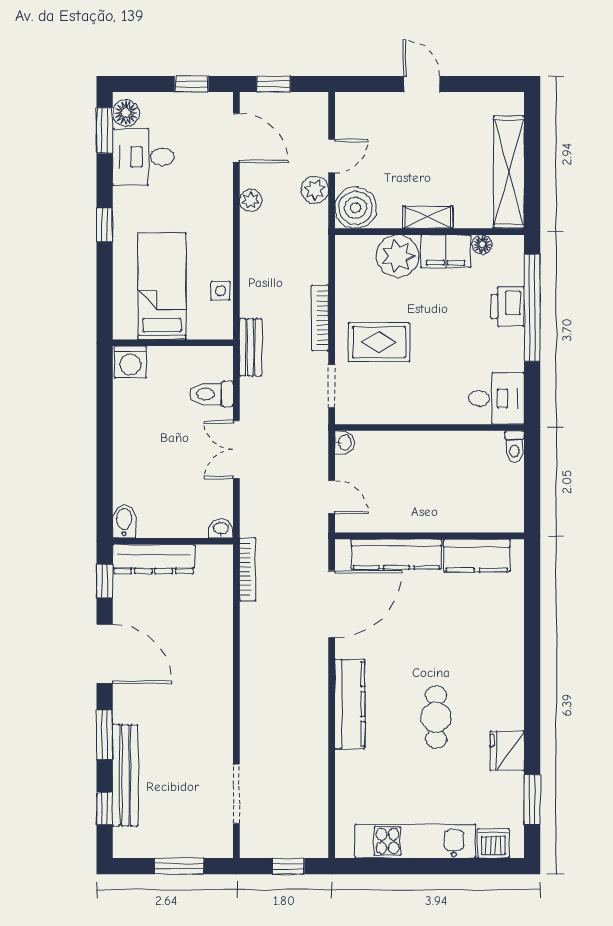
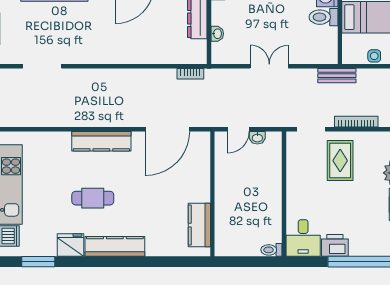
printer: (508, 306) -> (335, 245), moved
toilet: (212, 394) -> (323, 17), moved, turned -90
washbasin: (344, 443) -> (257, 138), moved
washbasin: (221, 529) -> (217, 34), moved
kitchen counter: (396, 554) -> (115, 246), moved, turned 90
bookcase: (248, 569) -> (190, 74), width x0.64
door: (332, 604) -> (167, 129), hinge flipped

